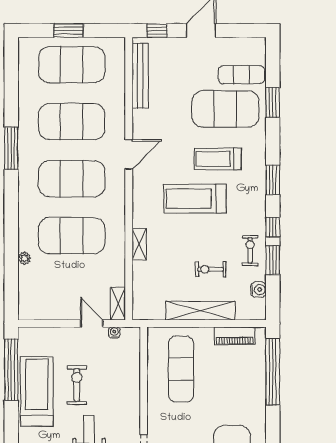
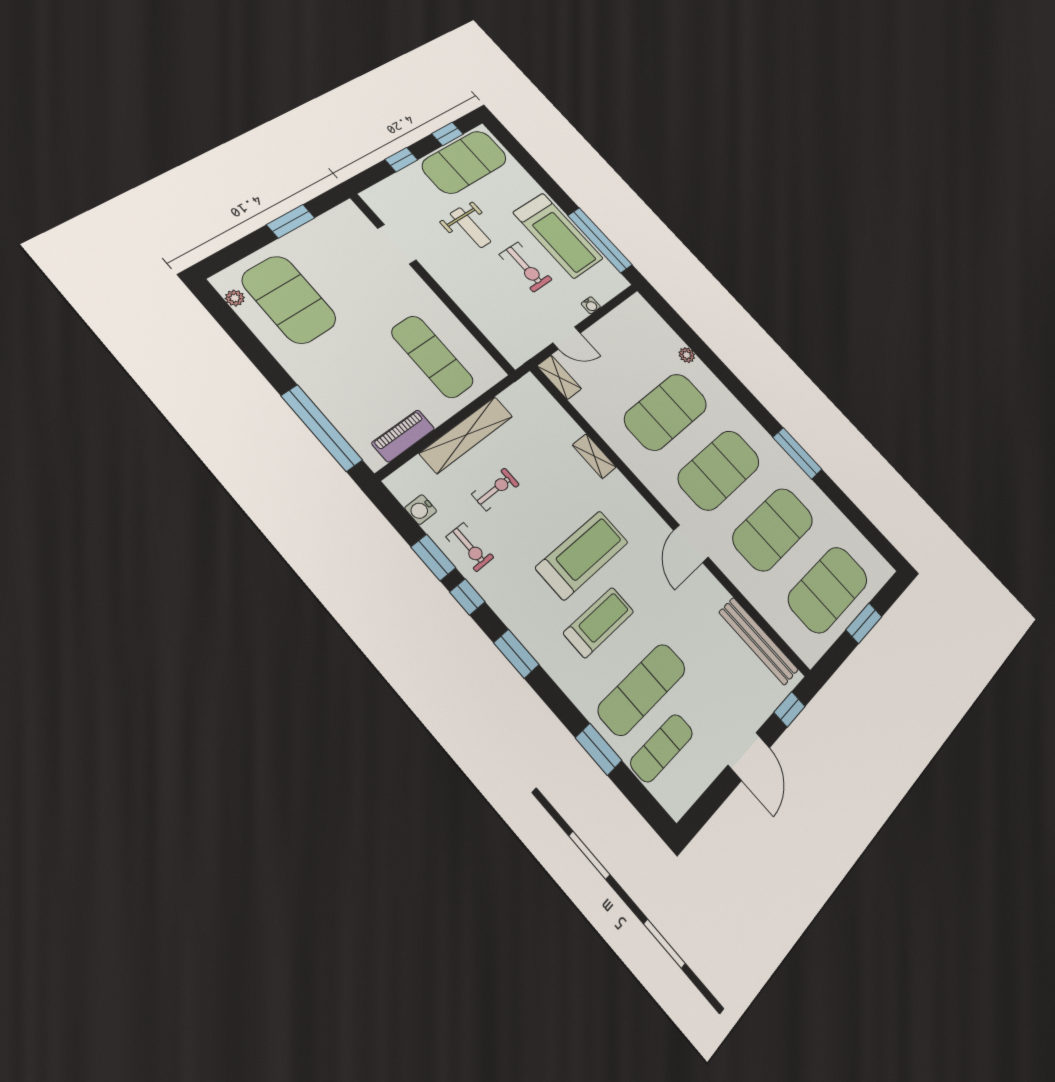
exercise mat: (225, 109) -> (642, 689), width x0.68
water cooler: (114, 332) -> (591, 305), moved

